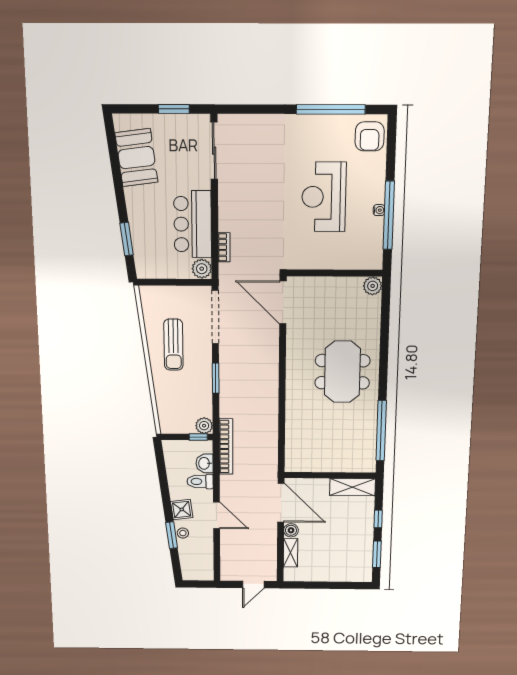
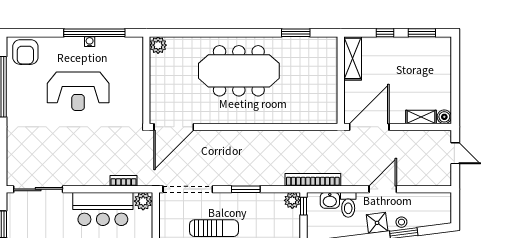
armchair: (370, 136) -> (25, 52), turned 90
meeting table: (342, 372) -> (239, 71), width x1.36
window: (381, 431) -> (296, 33), width x0.47
boiler: (291, 530) -> (444, 117), moved

